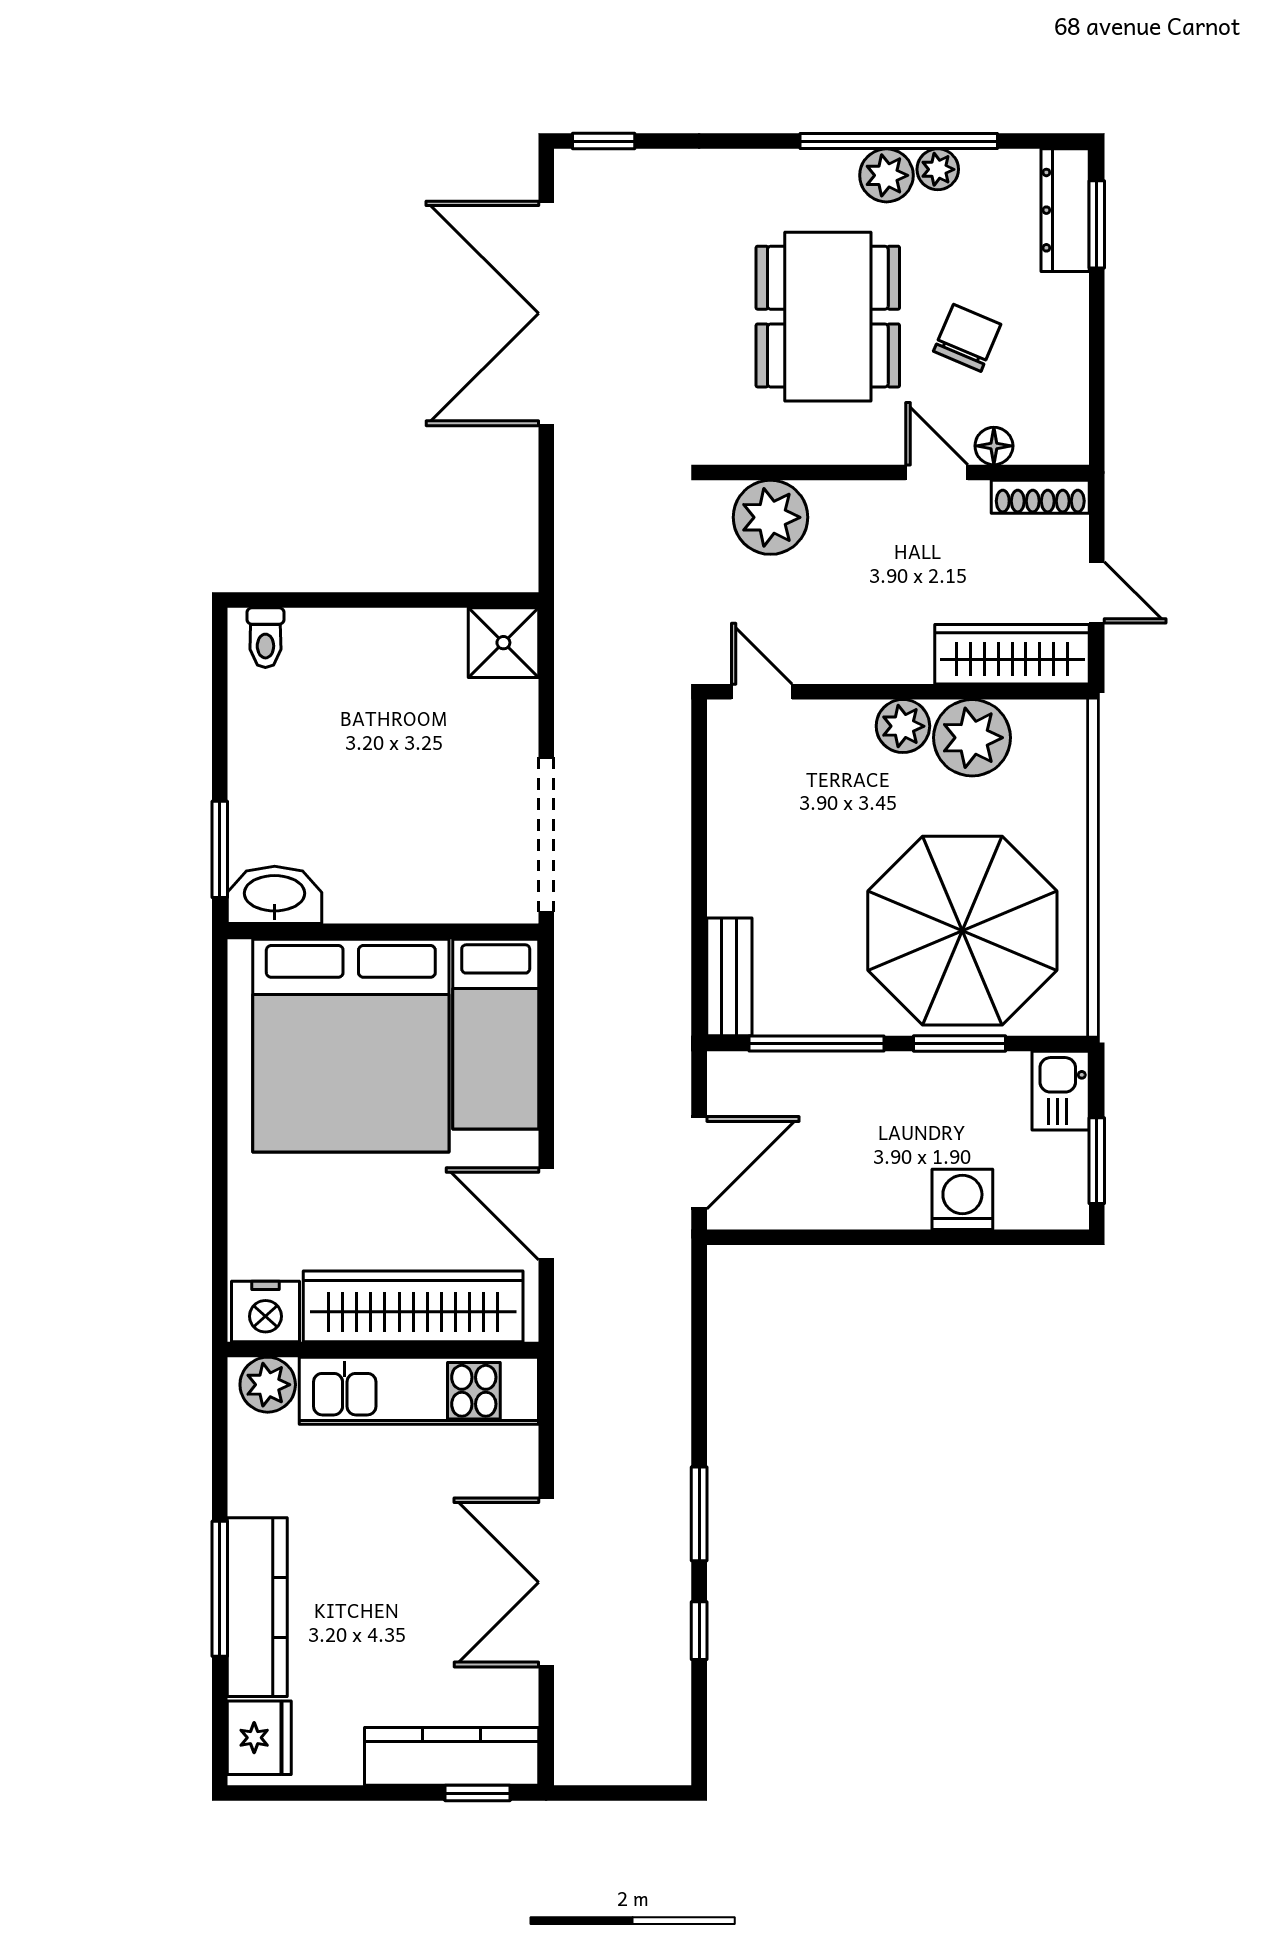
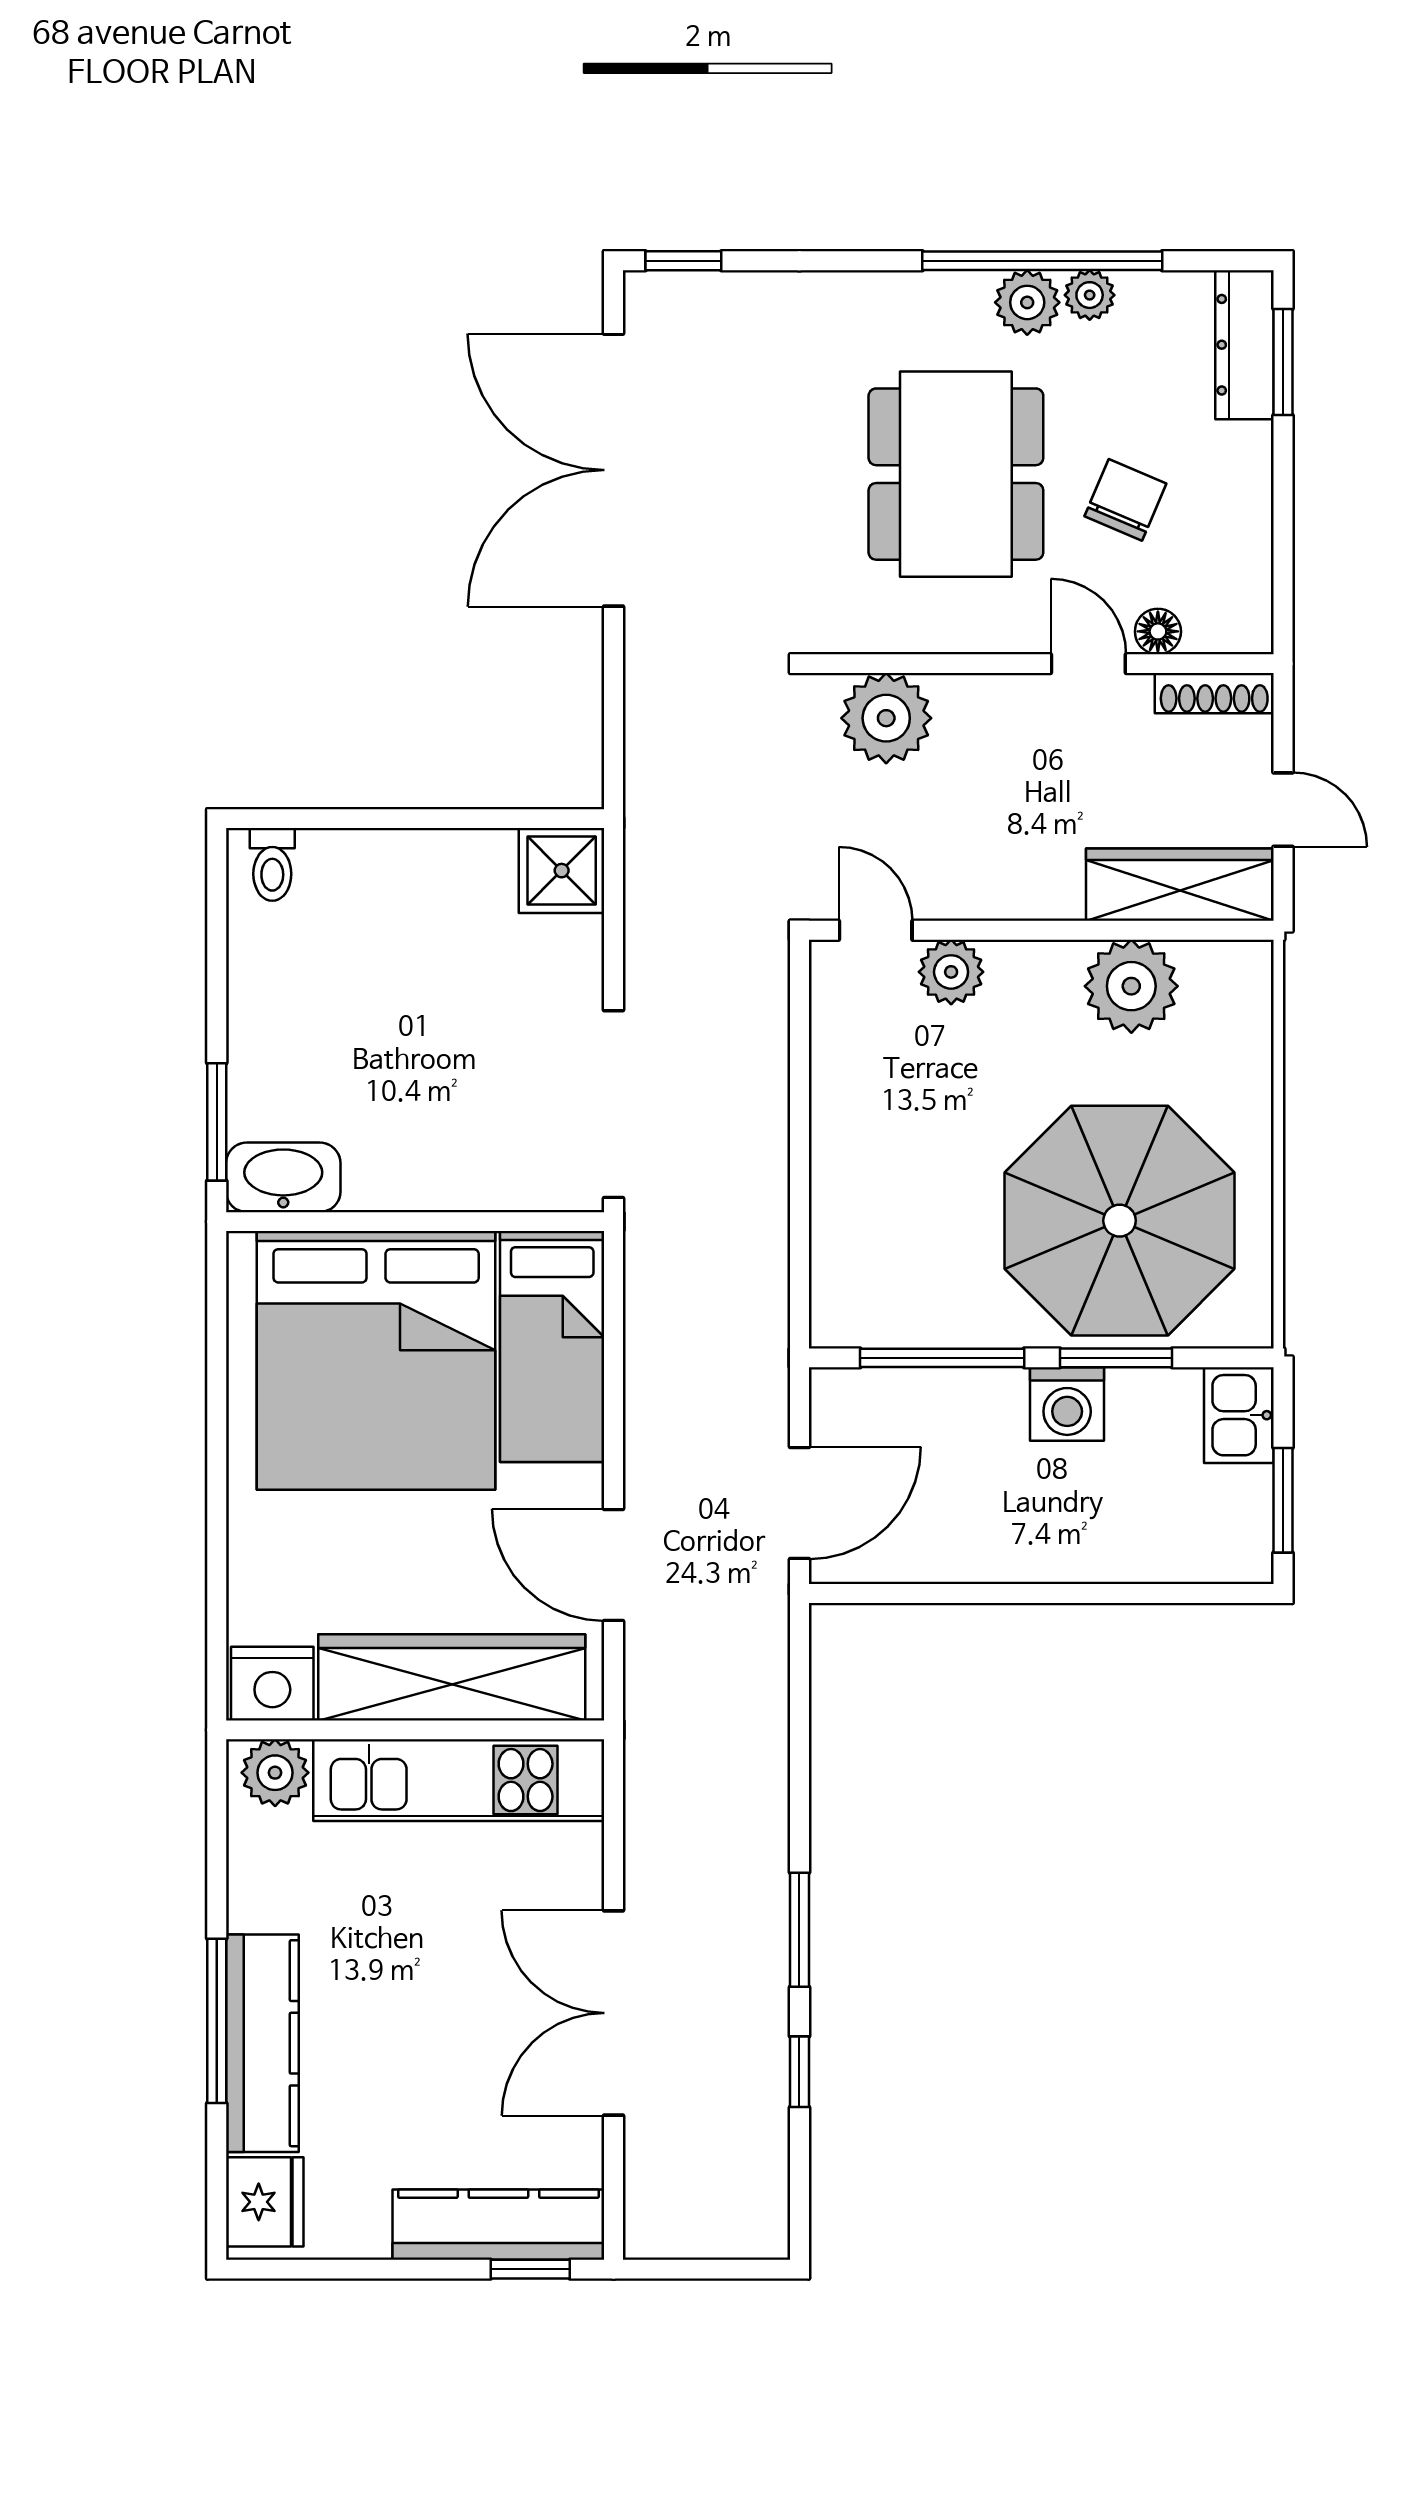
plant: (903, 726) -> (951, 972), moved
bench: (729, 977) -> (836, 1277), removed
washing machine: (962, 1199) -> (1067, 1404), moved, turned 180

